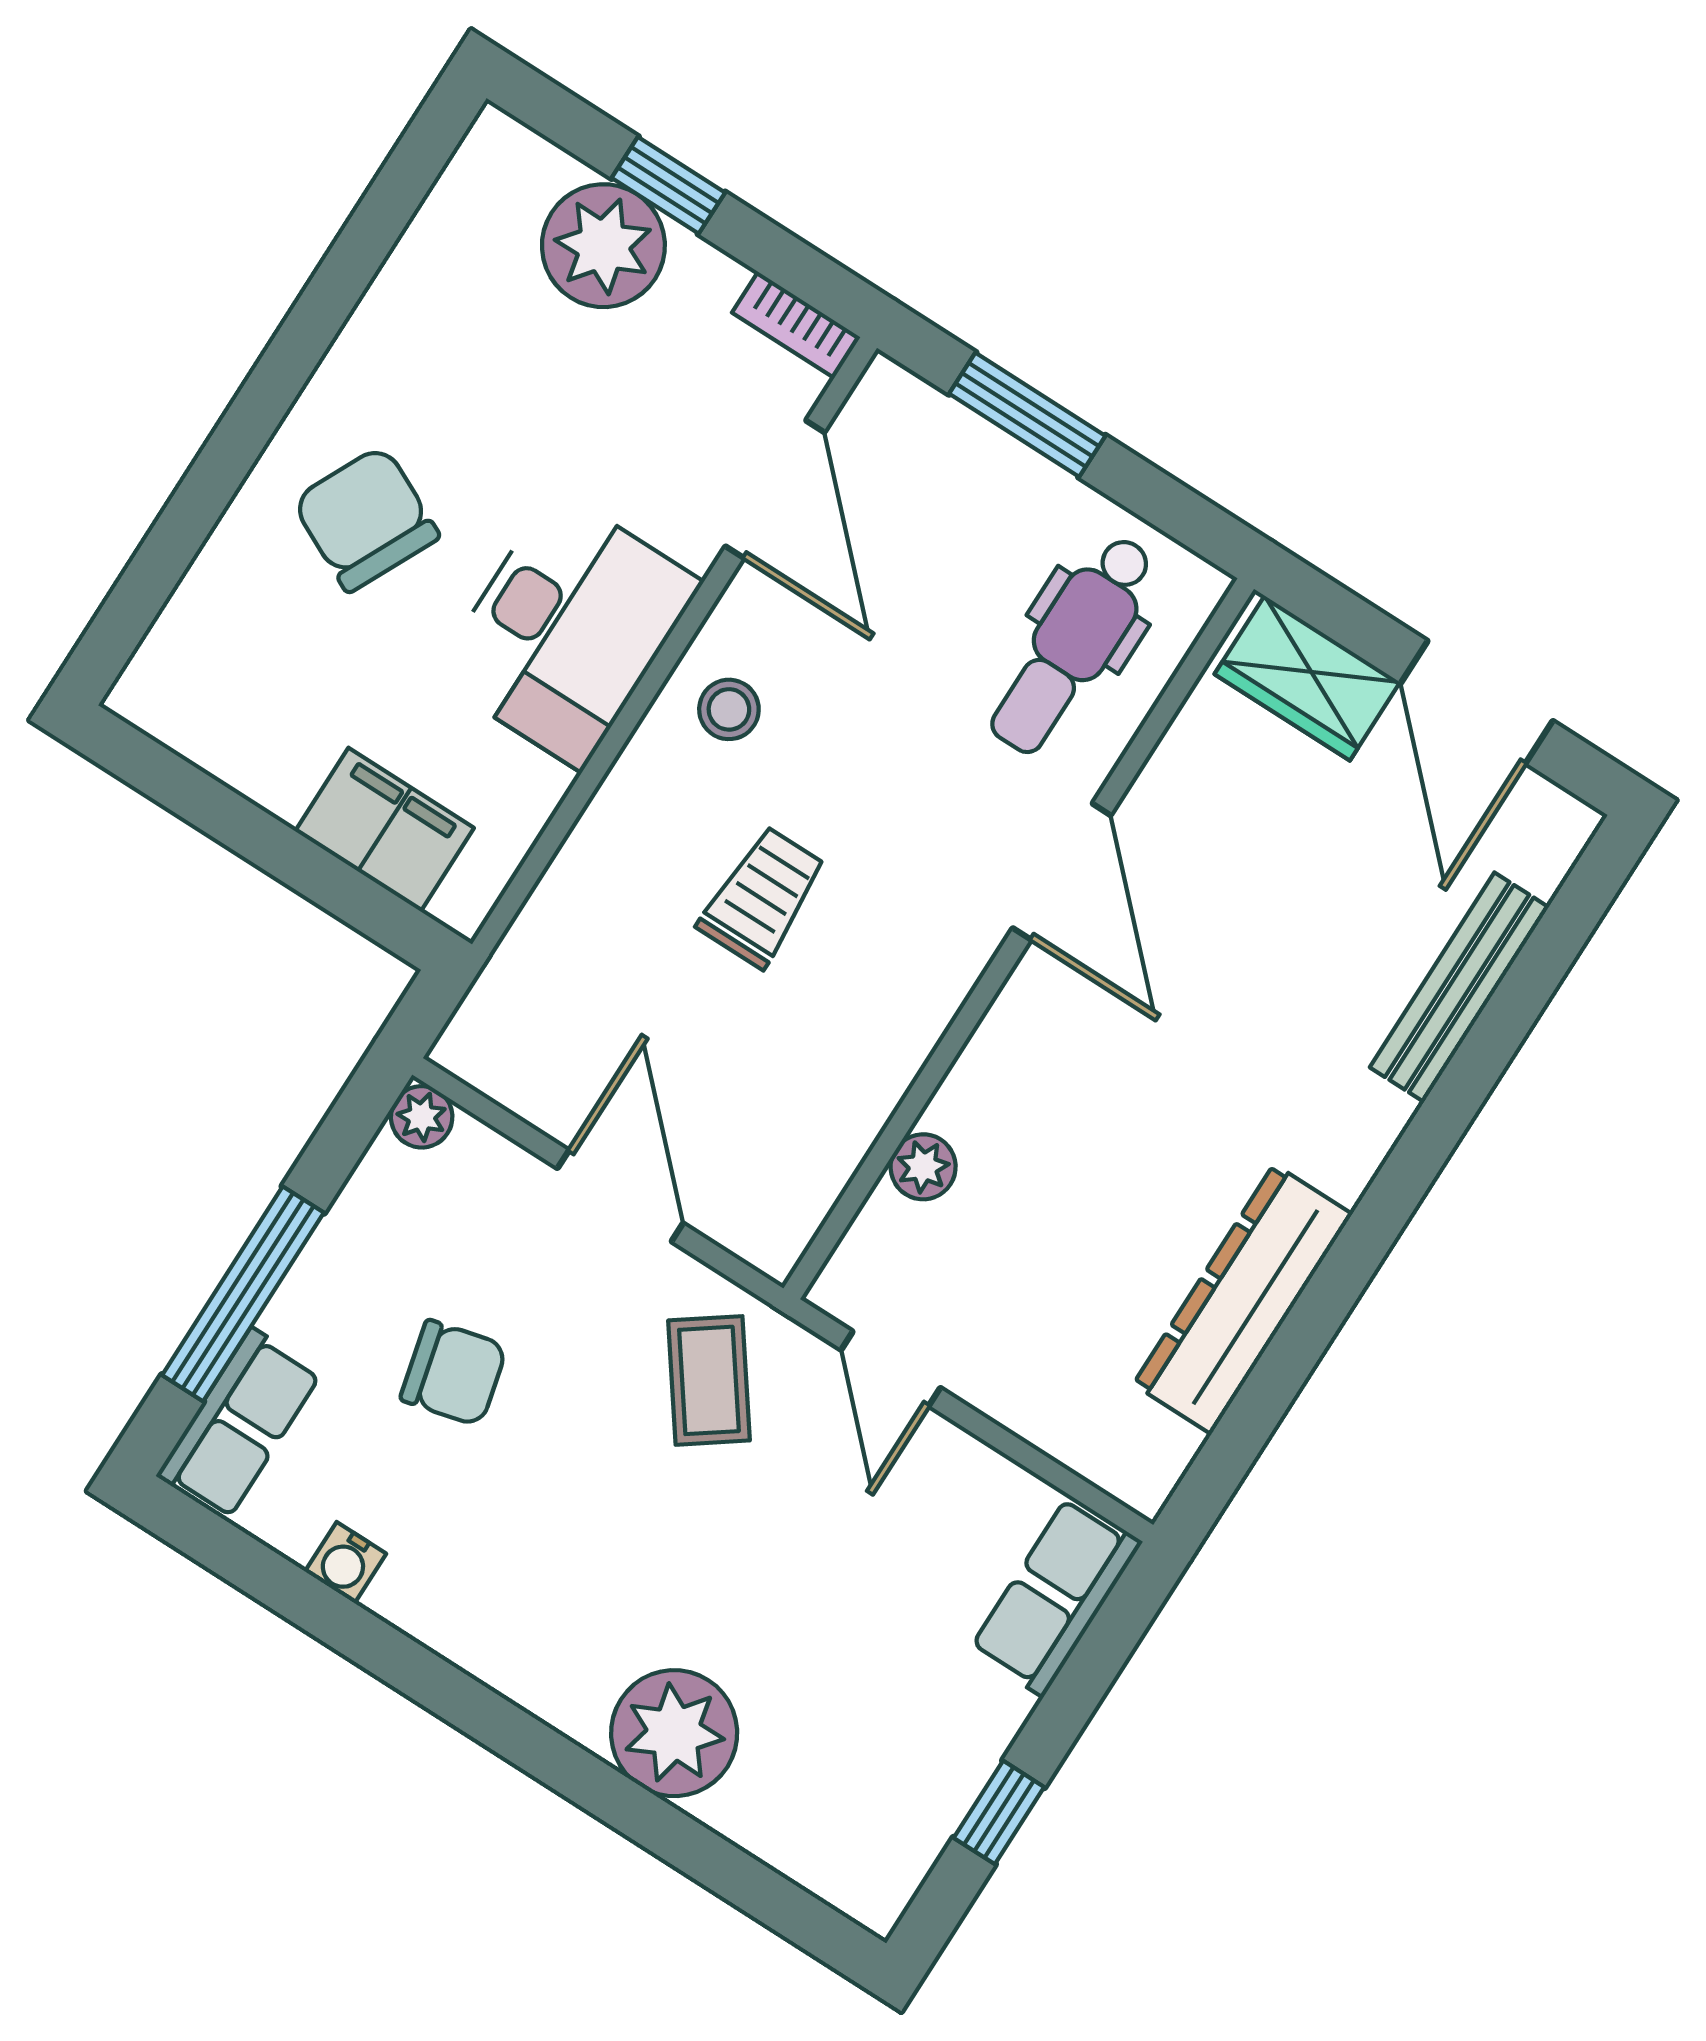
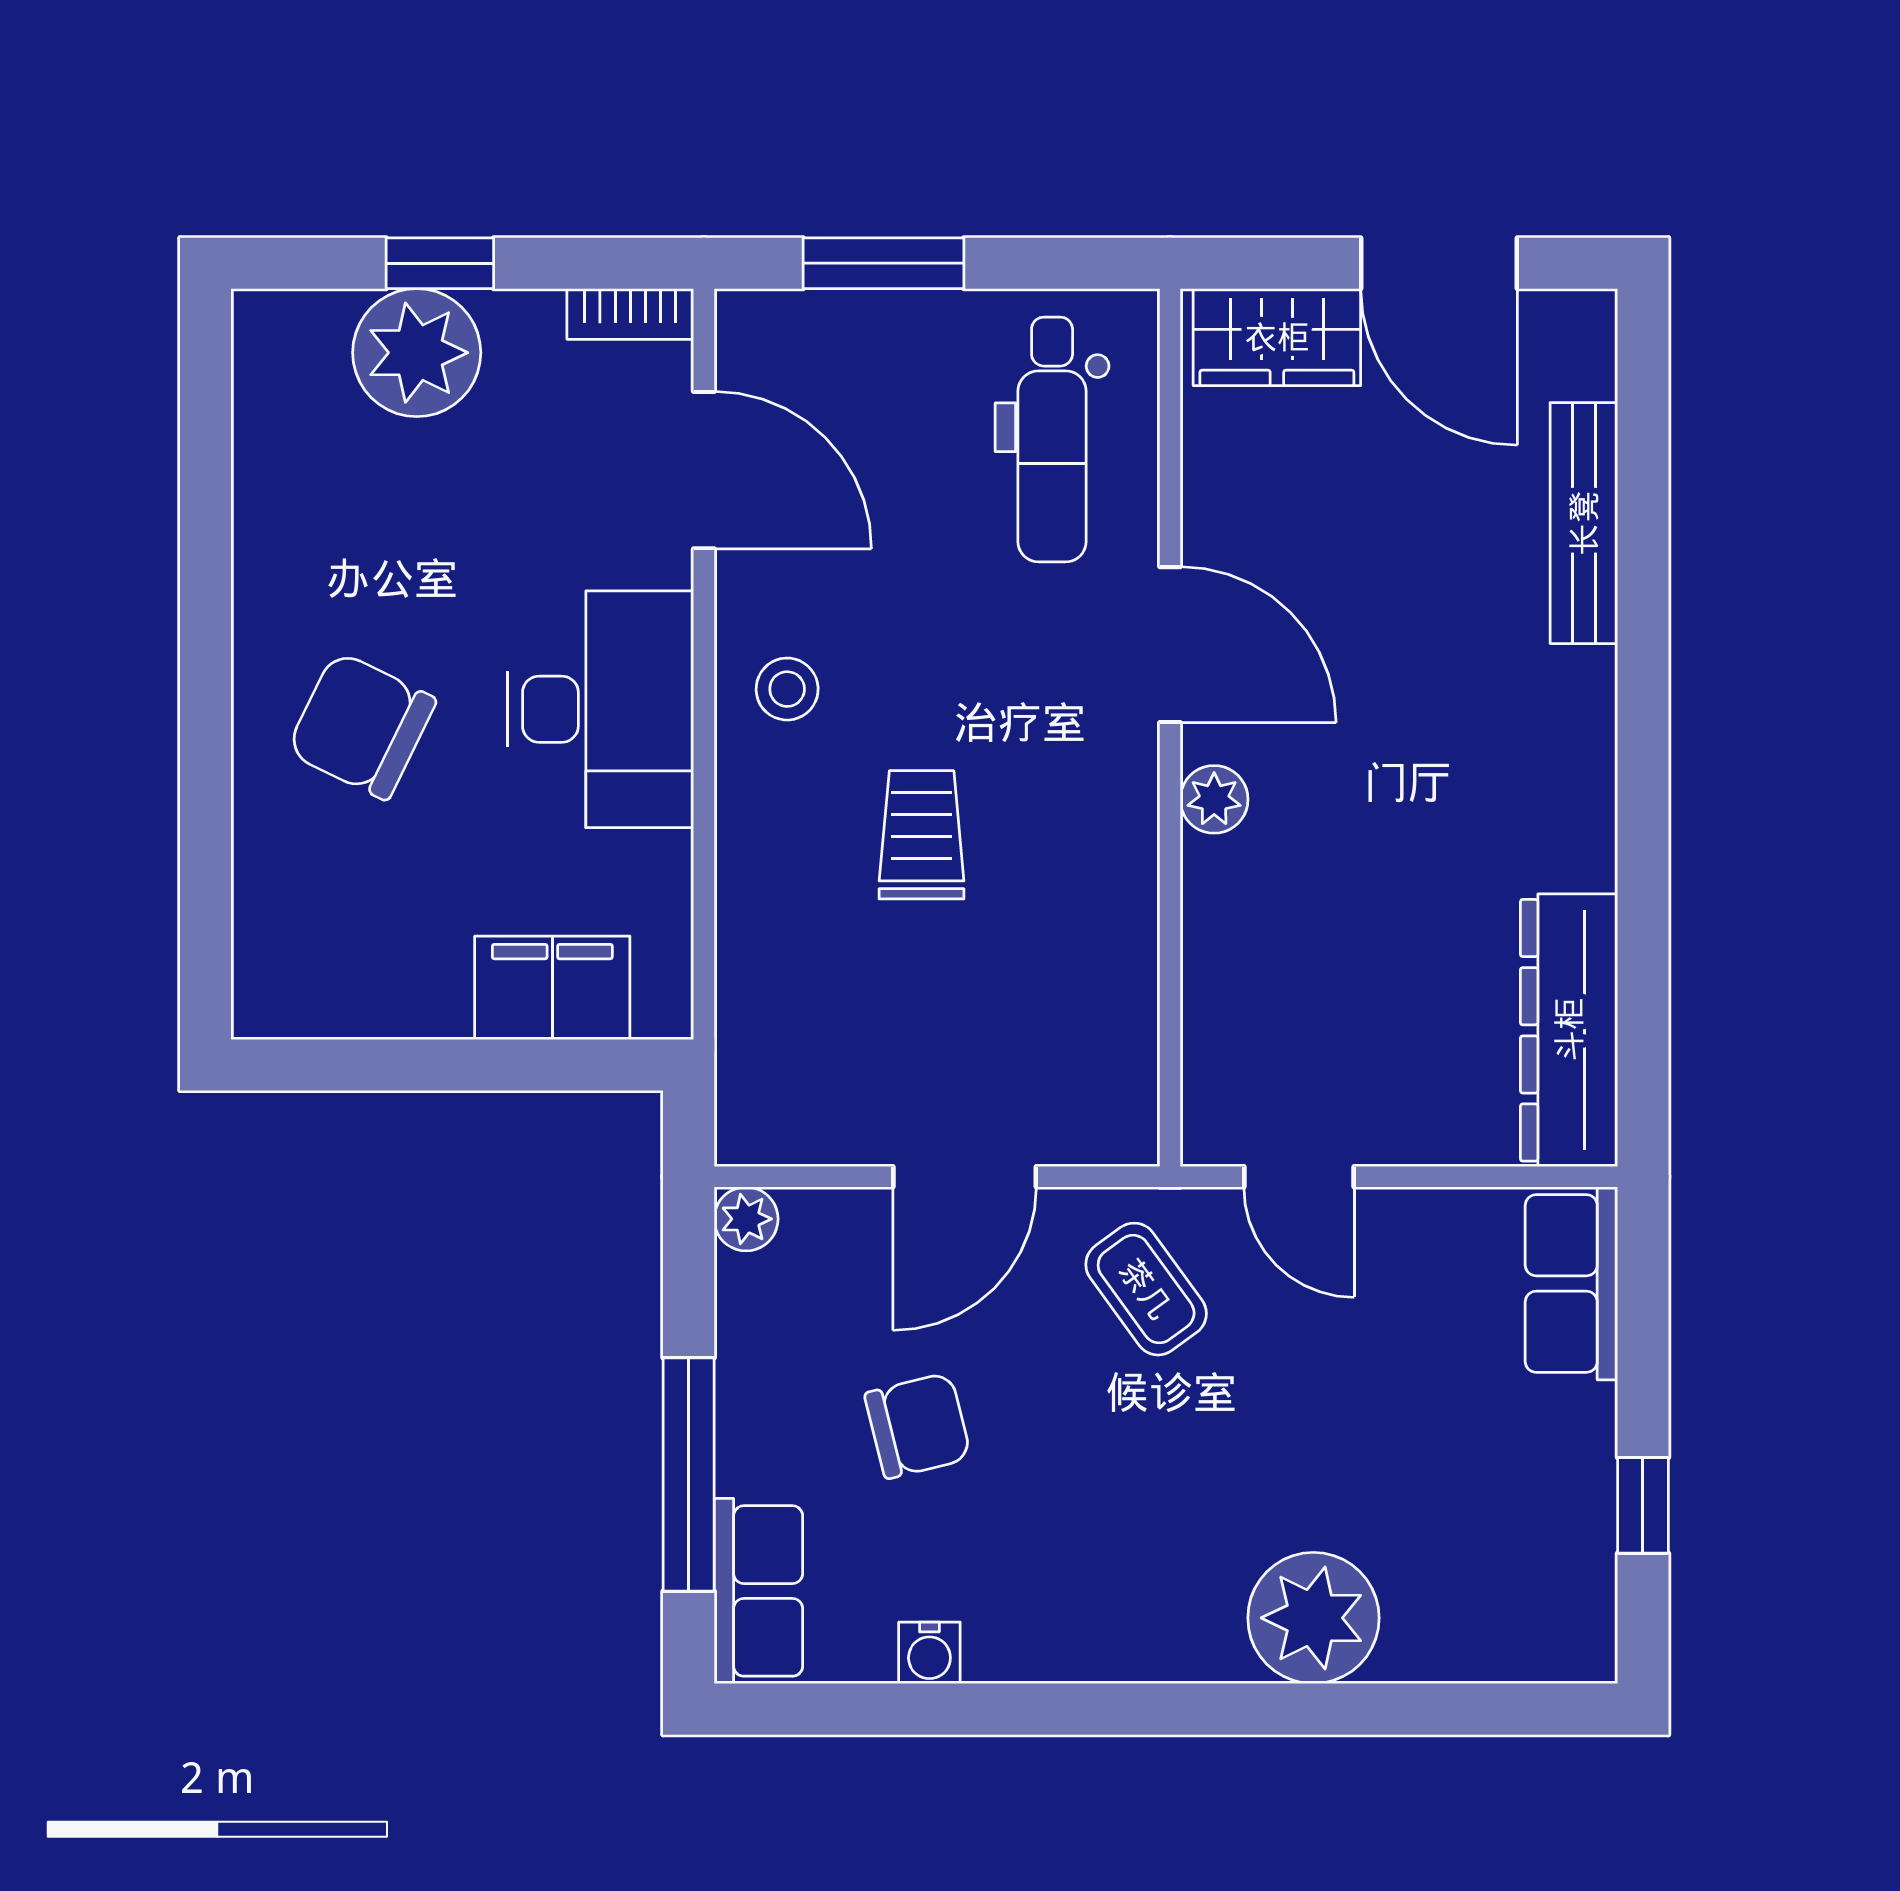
plant: (923, 1167) -> (1214, 799), moved
door: (620, 1196) -> (965, 1177), swing flipped
dresser: (1243, 1299) -> (1569, 1030), moved

